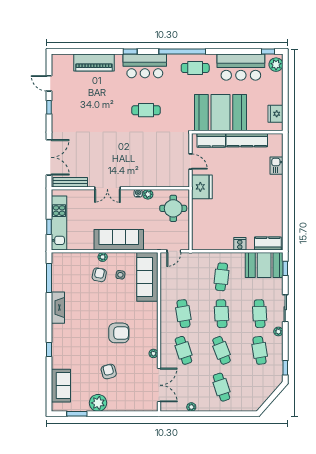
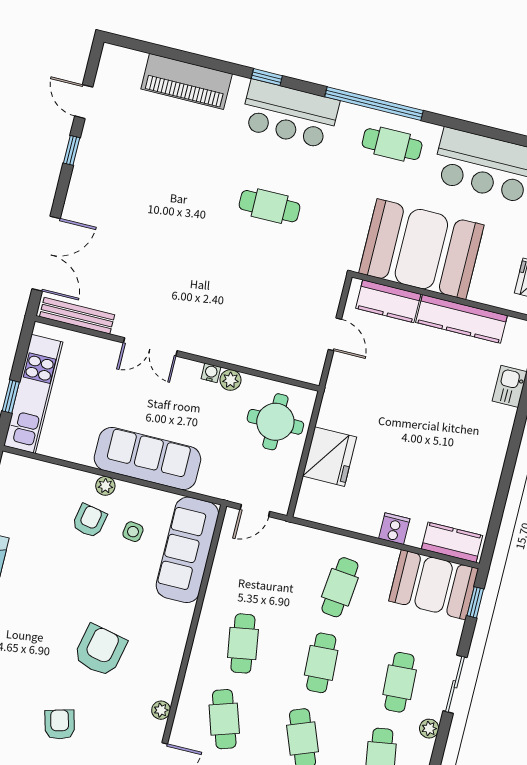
fridge: (202, 187) -> (329, 457), moved
armchair: (119, 333) -> (100, 650), turned -78

